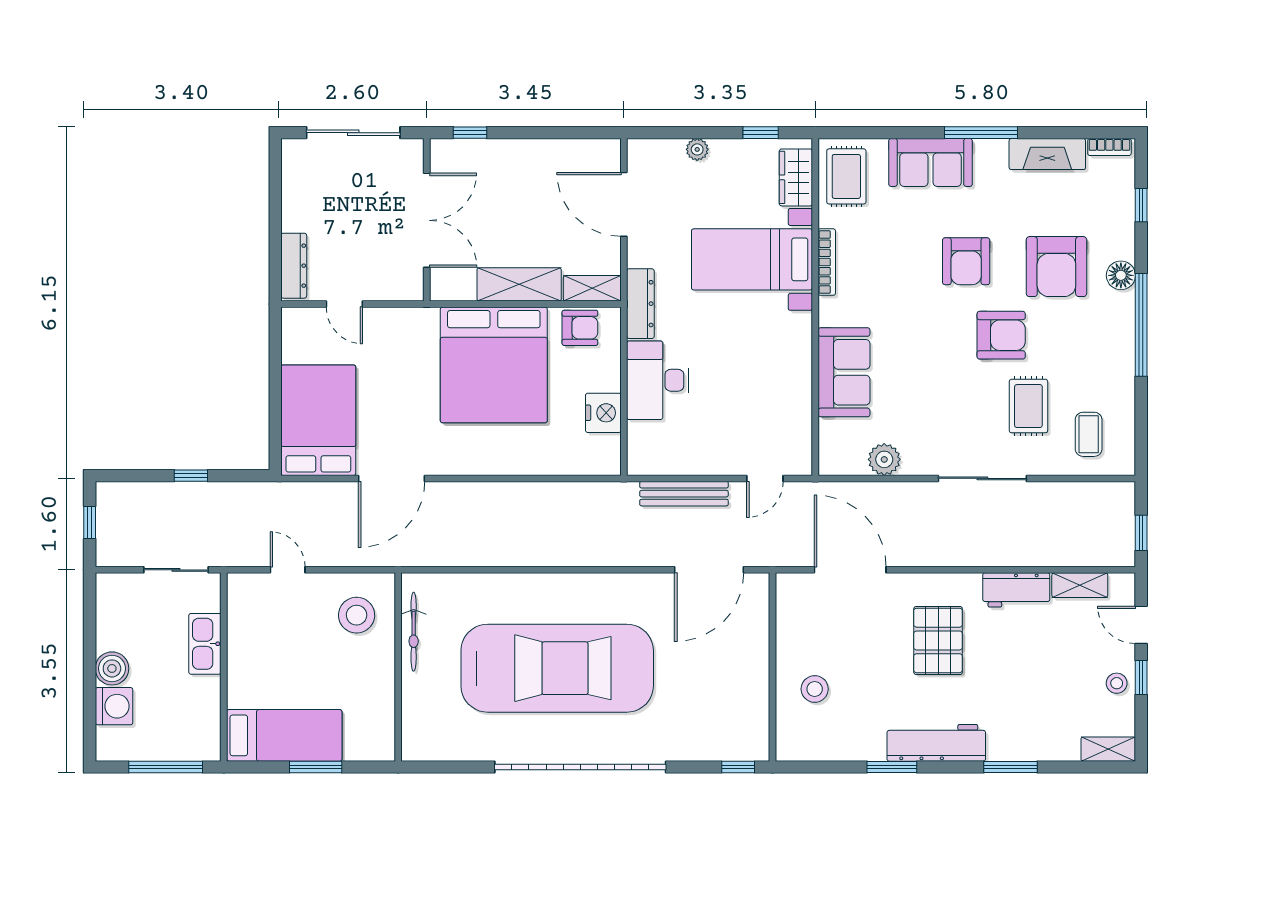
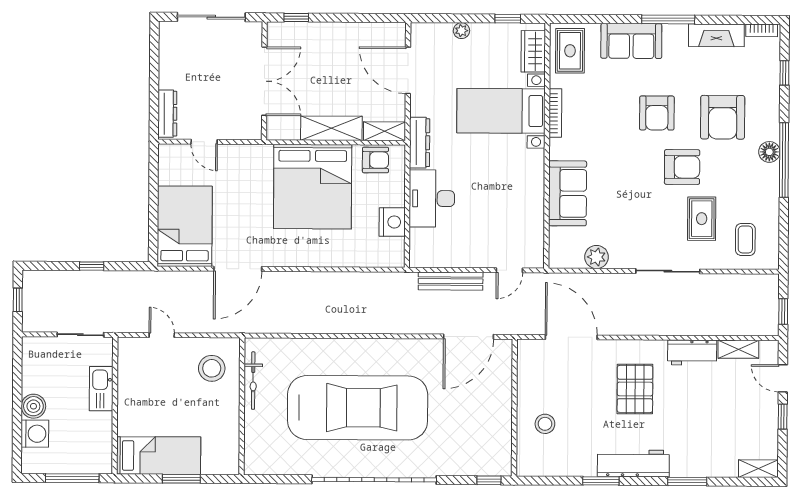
floor lamp: (1121, 275) -> (769, 152), moved
stool: (1117, 683) -> (765, 421), removed

